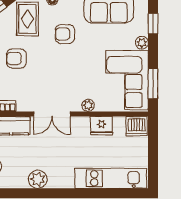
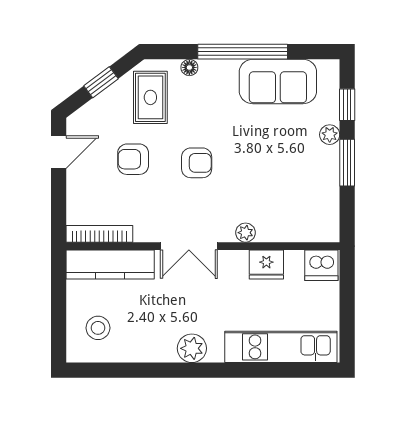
armchair: (65, 34) -> (197, 163), moved, turned 180
corner sofa: (127, 80) -> (306, 193), removed
window: (153, 84) -> (347, 163), moved
plant: (38, 179) -> (192, 348), moved

